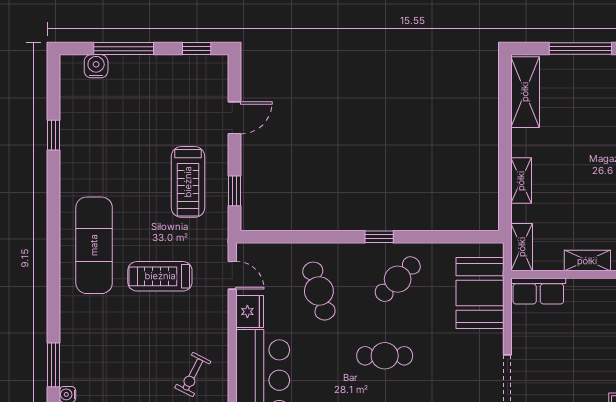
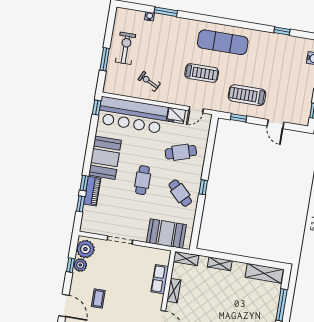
treadmill: (160, 276) -> (202, 73), turned 90
row of seats: (538, 291) -> (160, 279), moved

